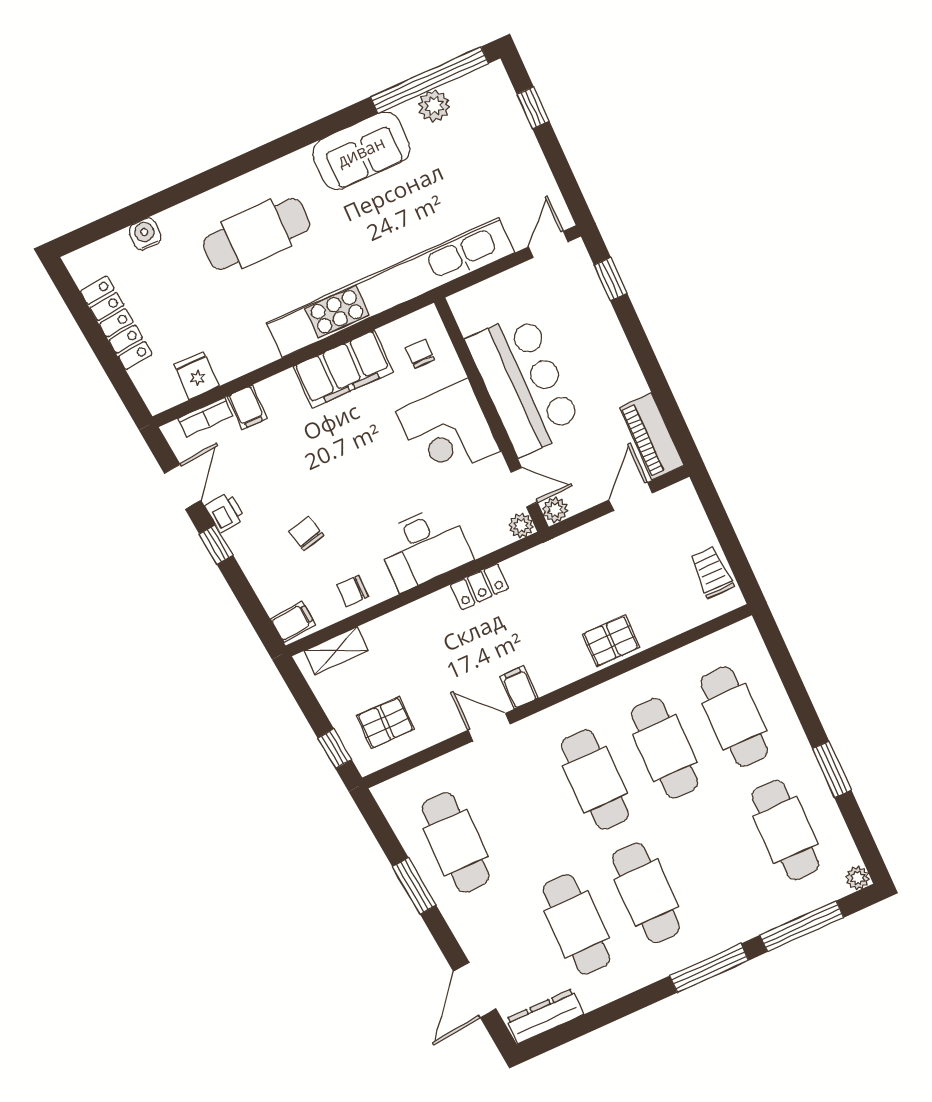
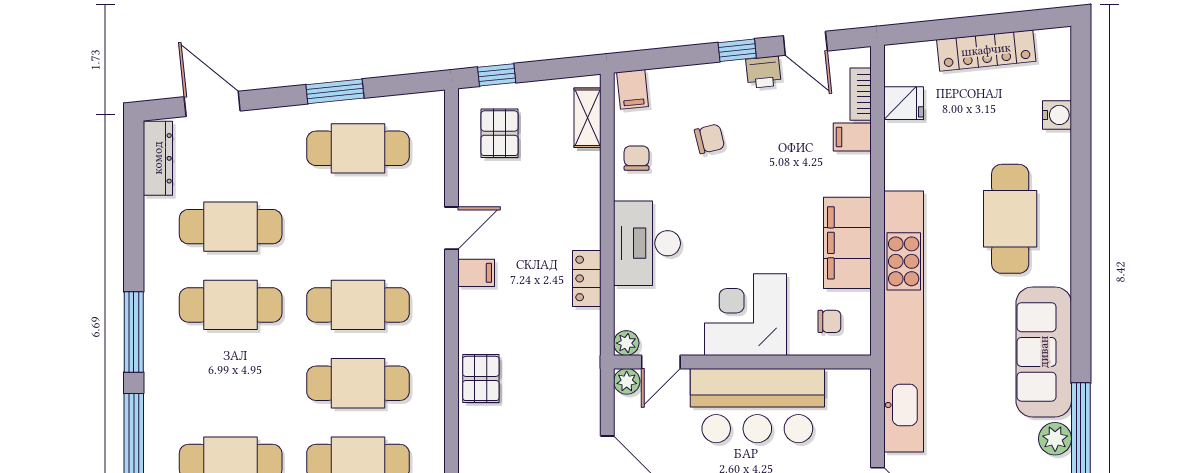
sofa: (361, 151) -> (1044, 352), width x1.36

